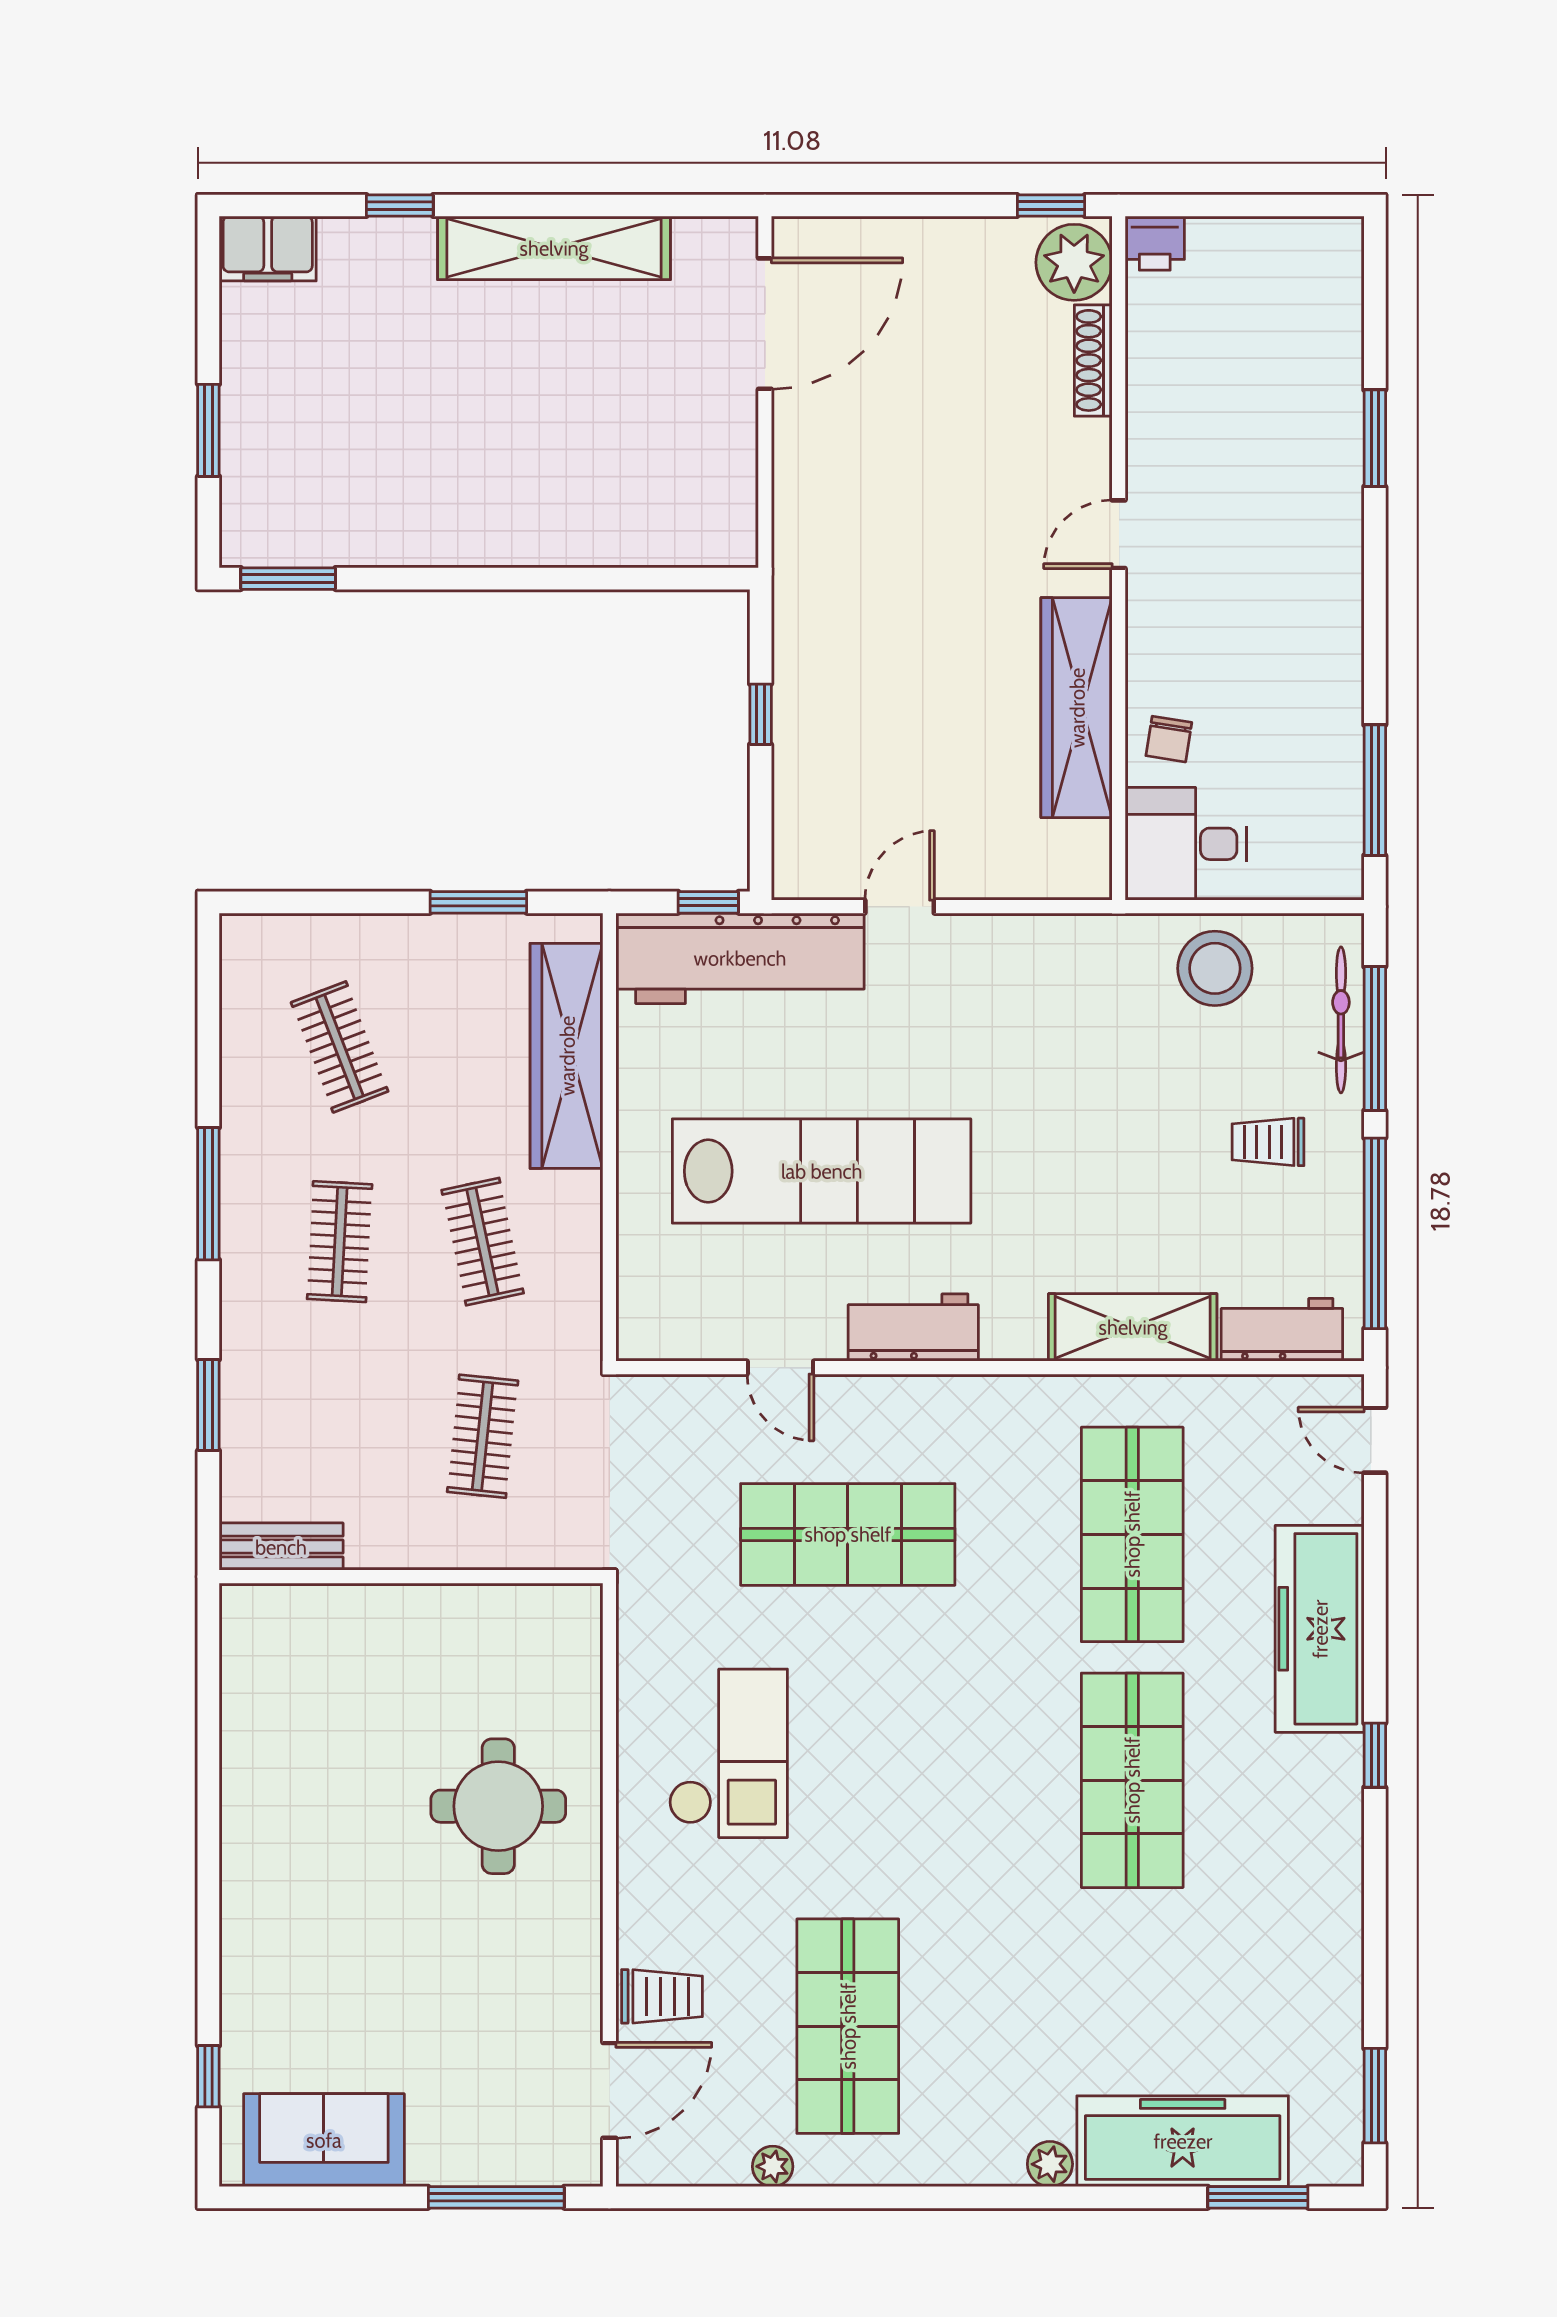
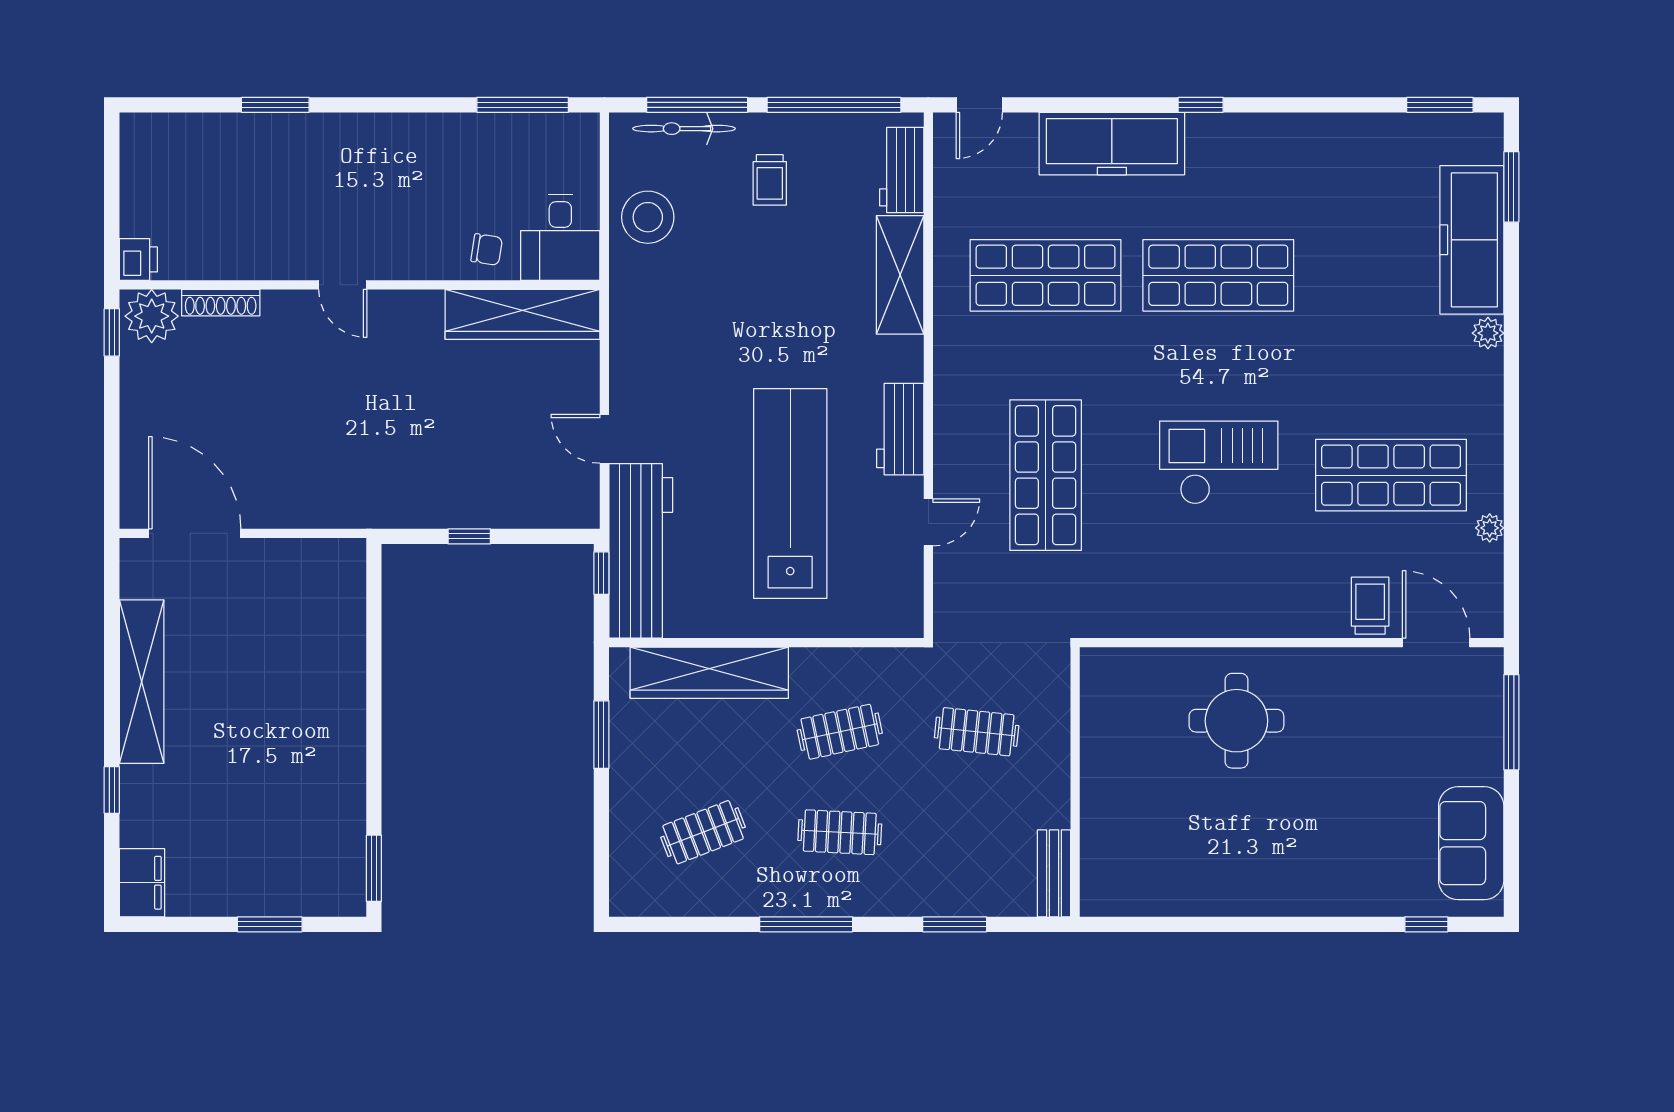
wardrobe: (1077, 708) -> (523, 314), moved
checkout: (728, 1753) -> (1219, 463), moved

